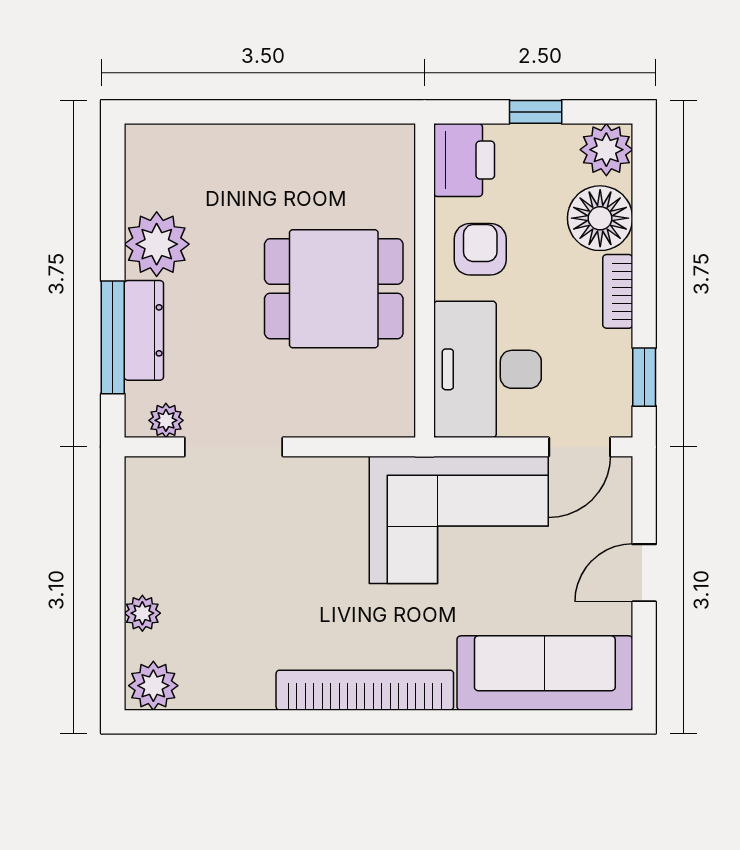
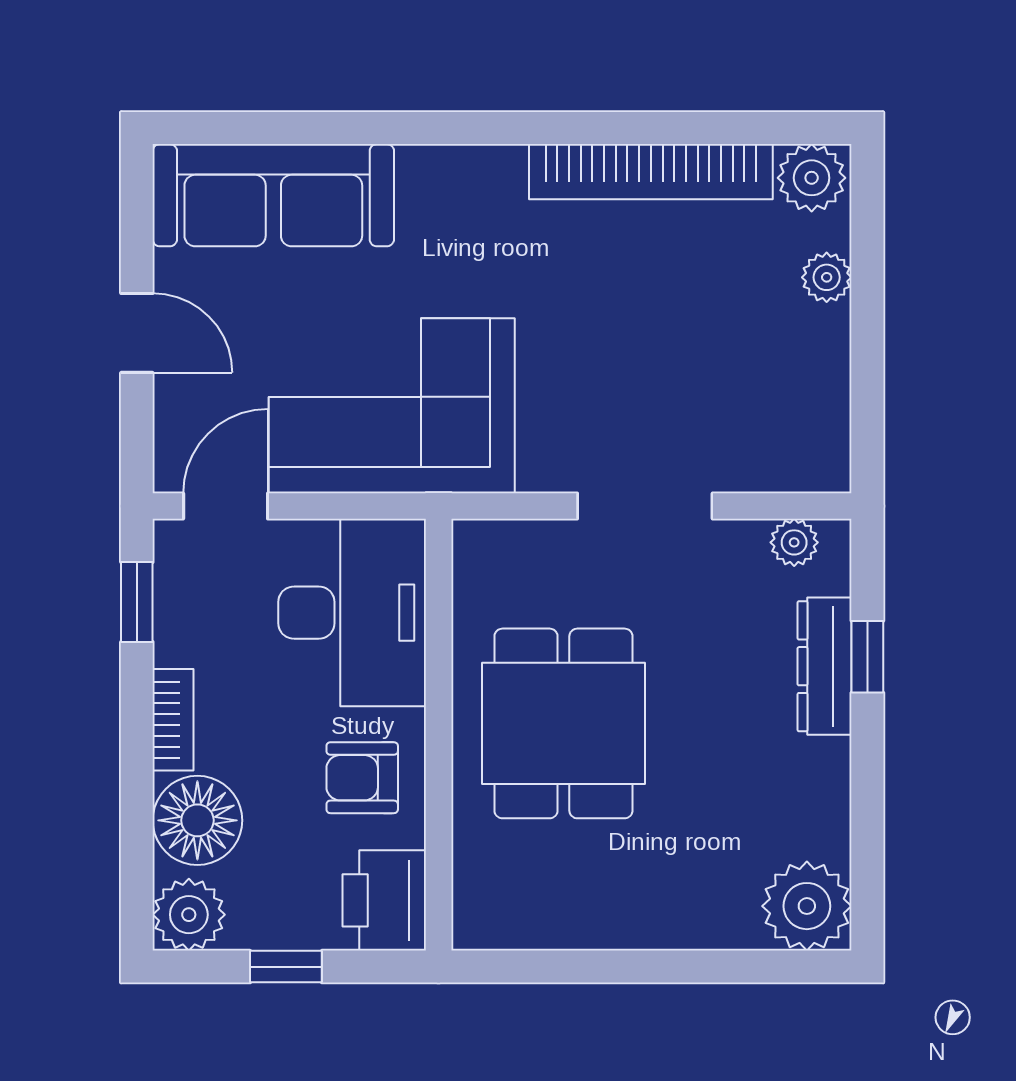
plant: (157, 244) -> (807, 906), moved
armchair: (480, 249) -> (362, 778), turned 90
dining table: (334, 289) -> (563, 723), turned 90
window: (113, 337) -> (867, 657), width x0.46
doorway: (234, 447) -> (645, 506), moved
door: (644, 573) -> (137, 333), hinge flipped
bookcase: (365, 690) -> (651, 172), moved

